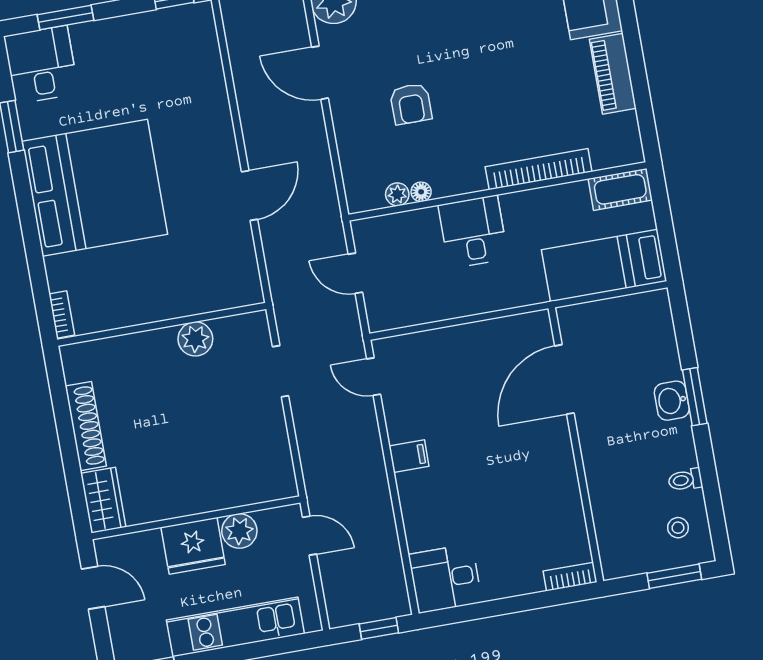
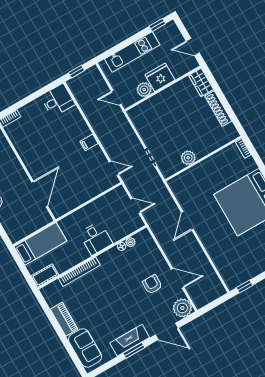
armchair: (411, 104) -> (152, 284), moved

